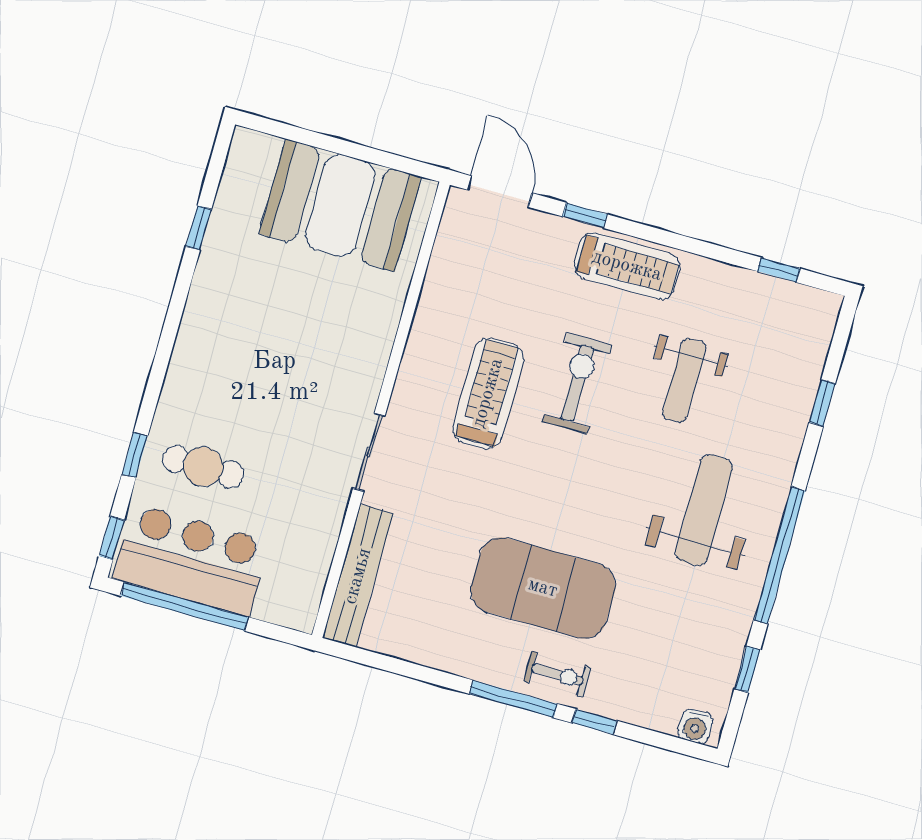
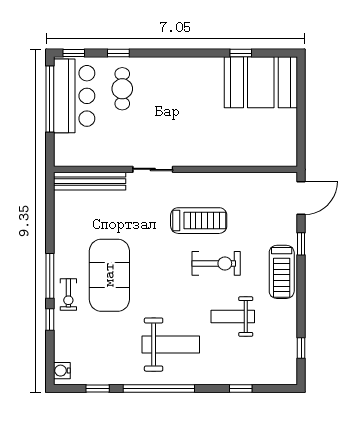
booth: (340, 205) -> (261, 82), moved, turned 90

